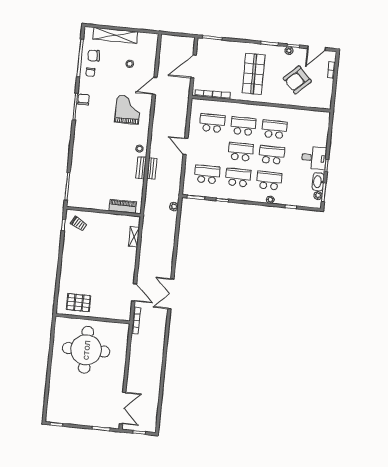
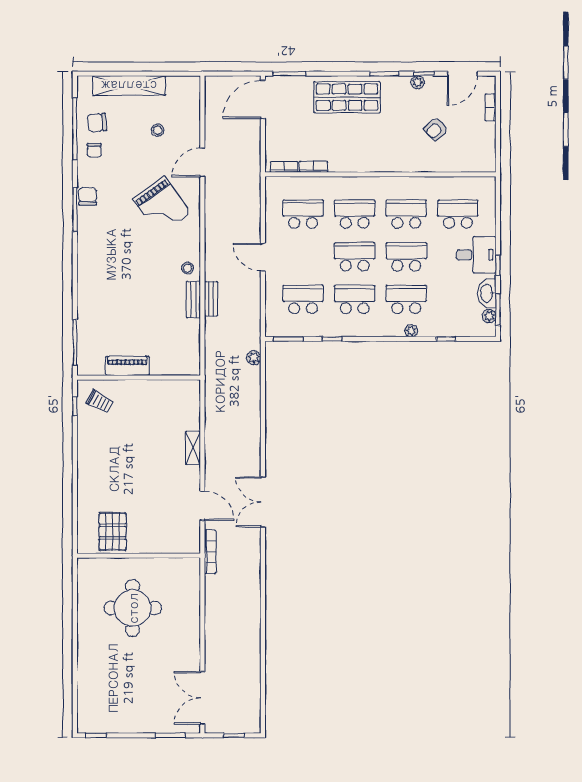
door: (193, 67) -> (263, 99), moved
shop shelf: (254, 74) -> (347, 97), moved, turned 90
armchair: (297, 80) -> (436, 129), width x0.53, depth x0.53
grand piano: (128, 110) -> (162, 206), turned 144
school desk: (305, 132) -> (458, 214), added
piano: (123, 206) -> (127, 366), moved
shelving: (134, 237) -> (193, 448), moved
pallet: (79, 303) -> (113, 532), turned 90
round table: (86, 350) -> (133, 608), width x0.73, depth x0.73
double door: (123, 408) -> (202, 698), swing flipped

